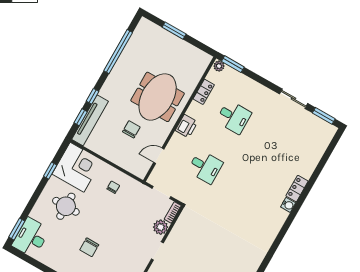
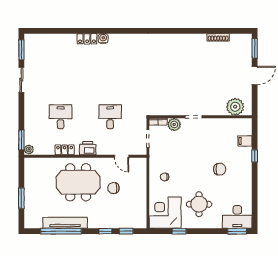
locker: (204, 92) -> (65, 150), moved
tv unit: (90, 120) -> (65, 223), moved

